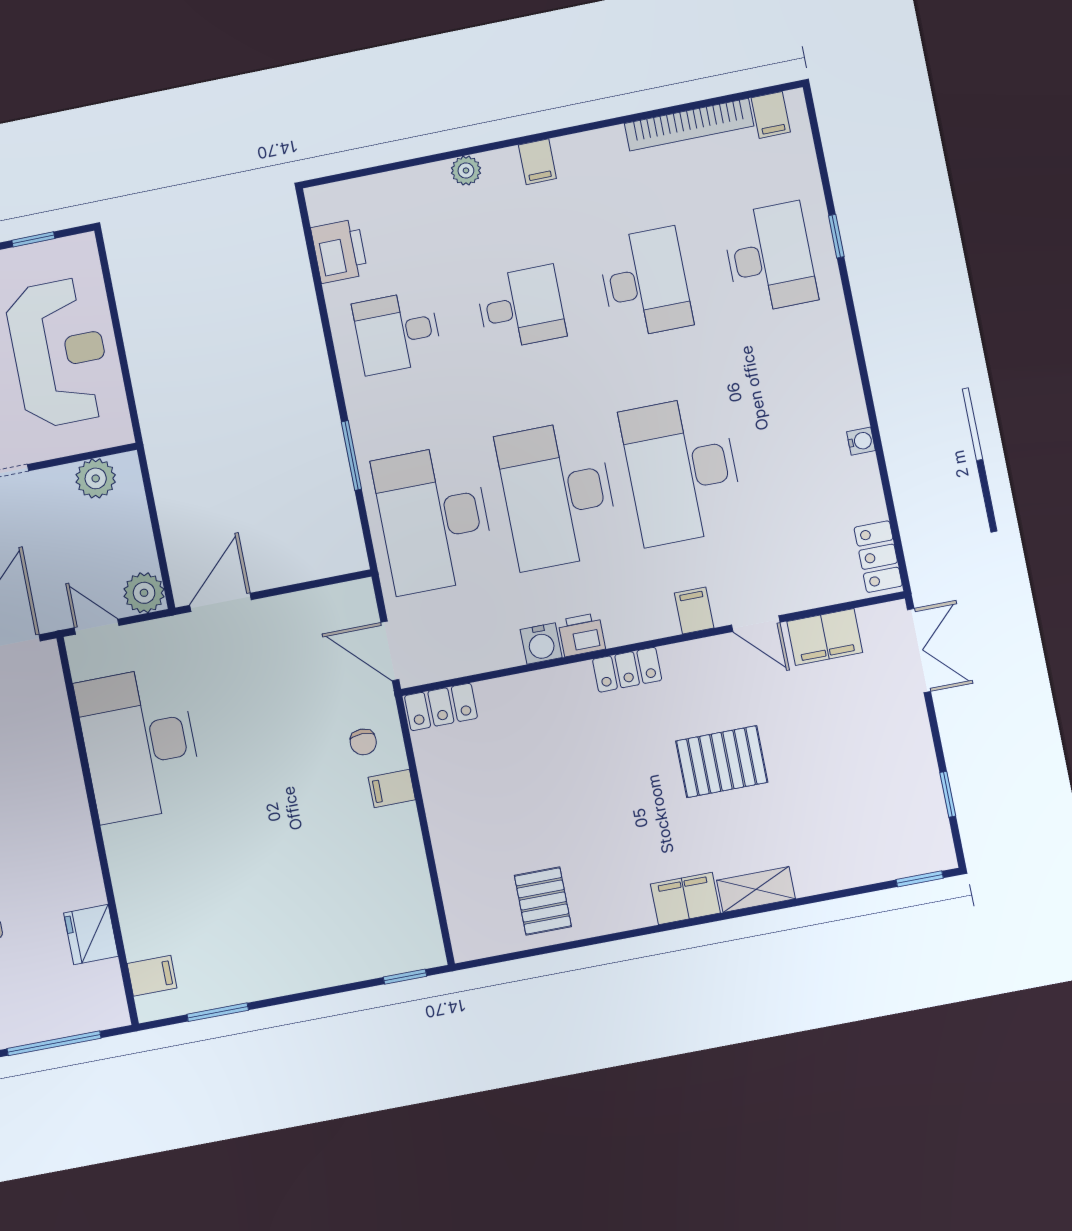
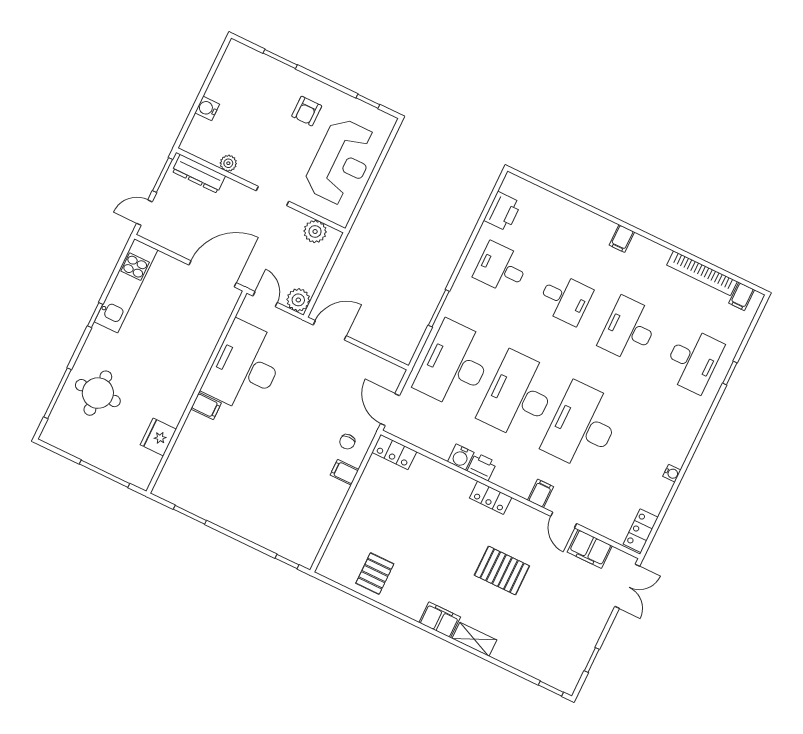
plant: (466, 171) -> (587, 218), removed
desk: (645, 283) -> (629, 330), turned 180
filing cabinet: (152, 976) -> (206, 406), moved

